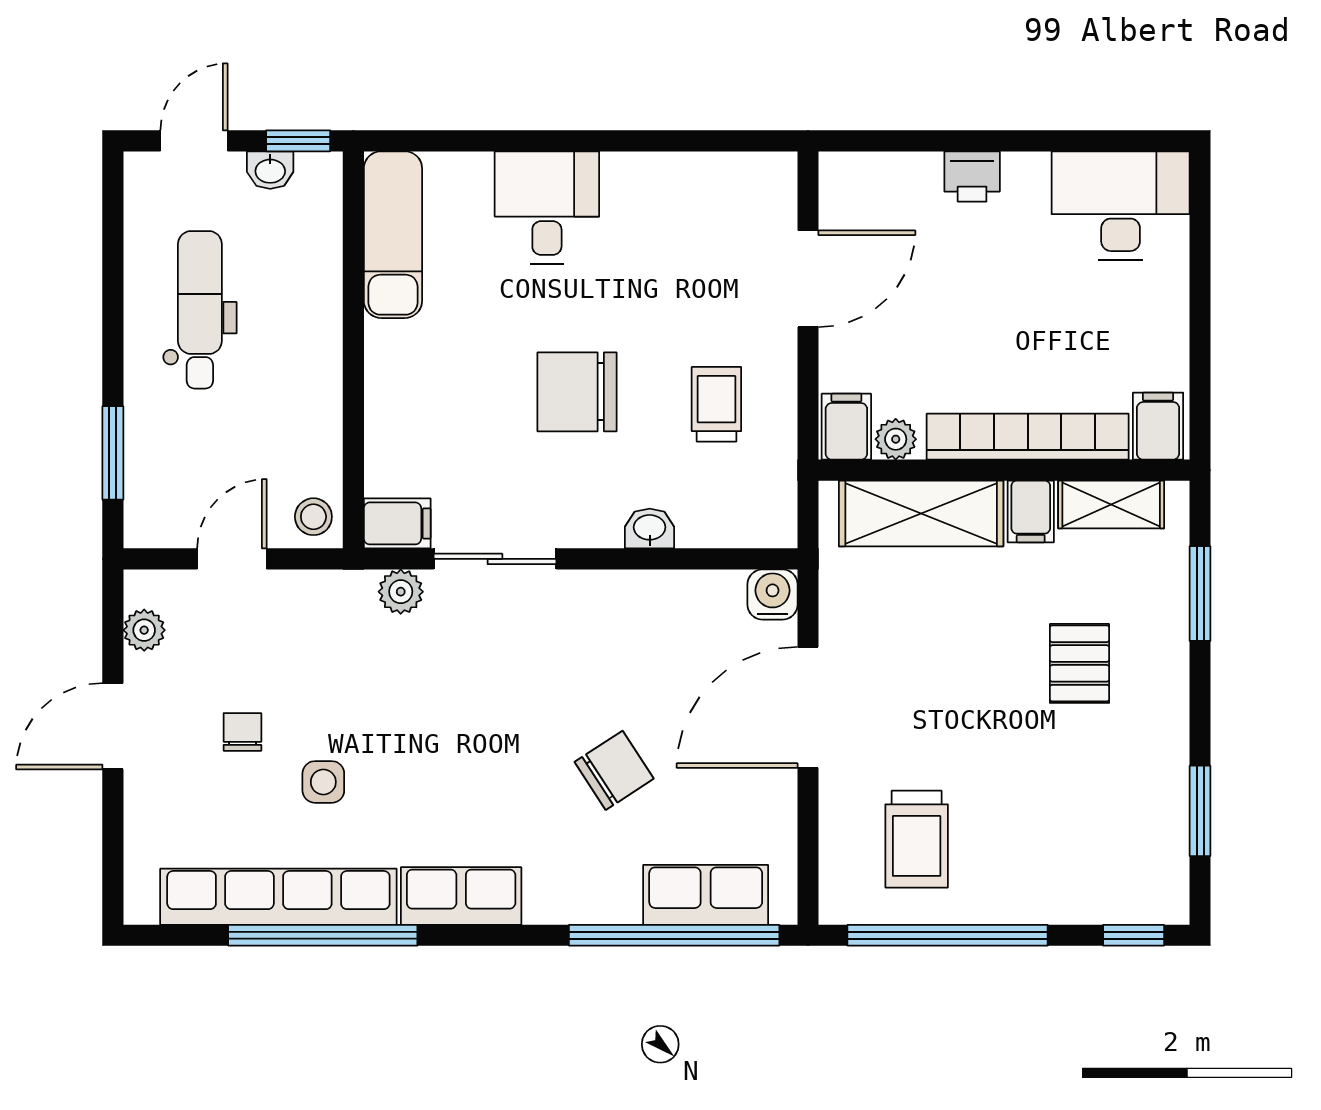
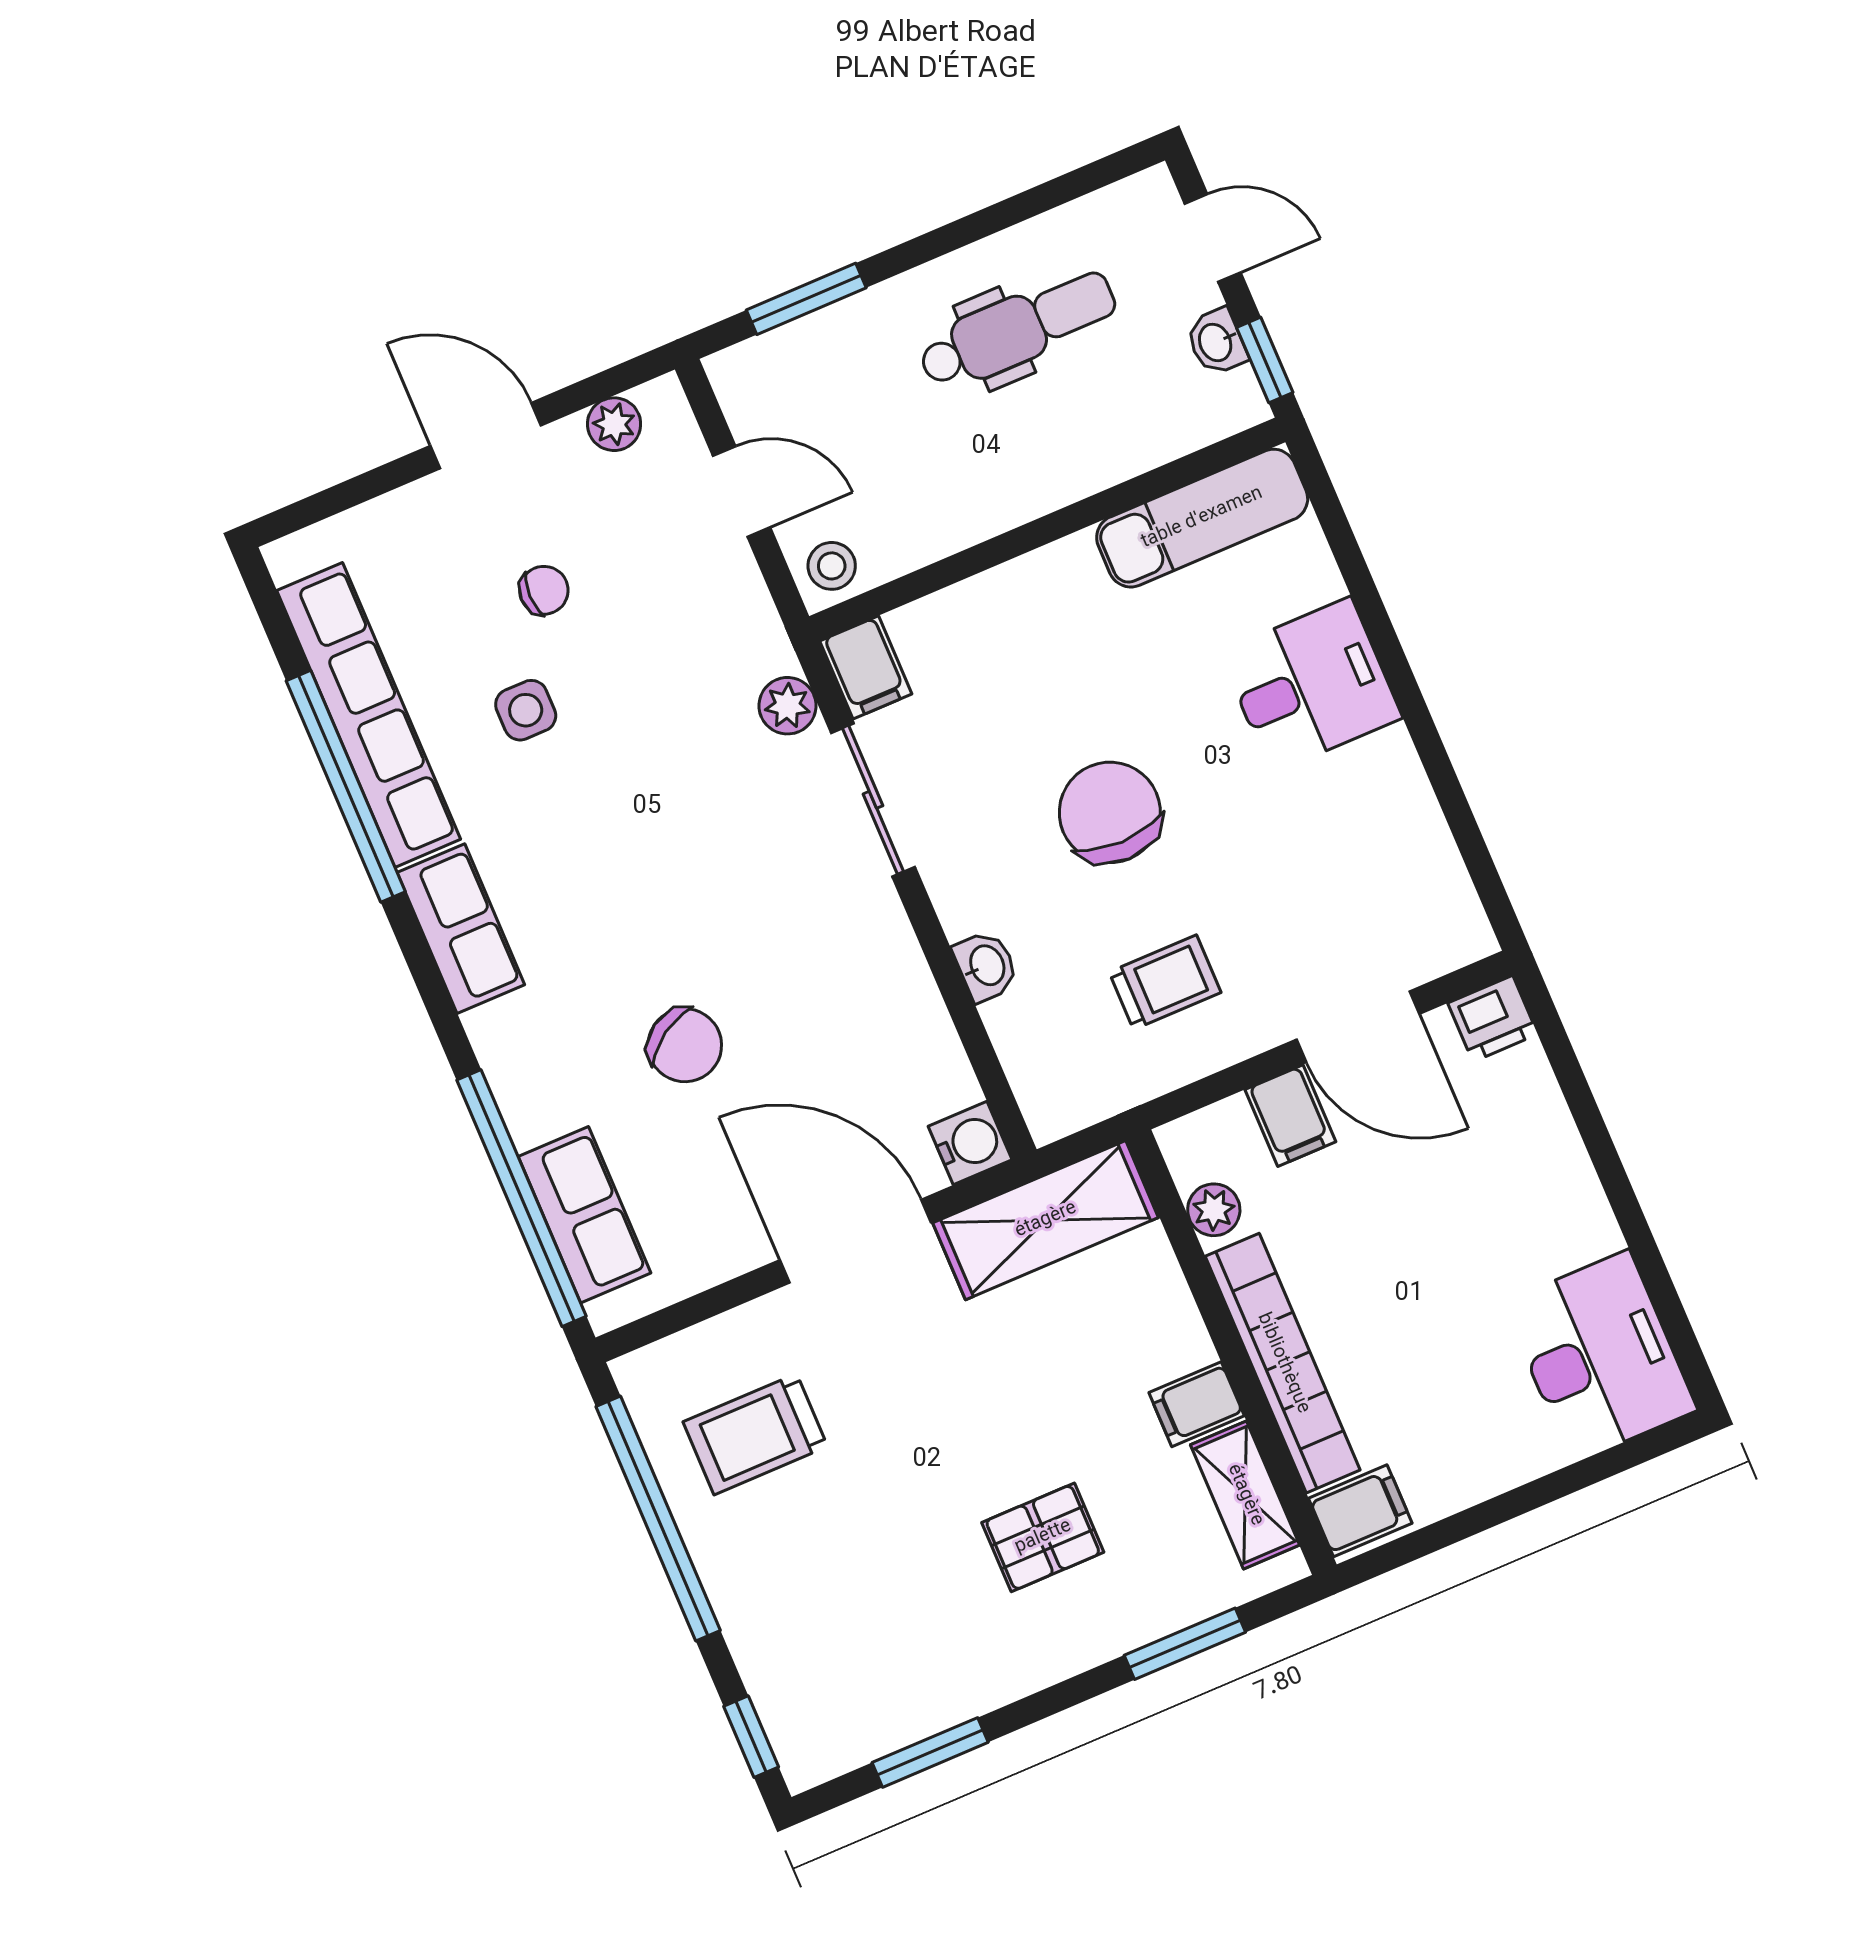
printer: (972, 176) -> (1493, 1019), moved, turned -90
filing cabinet: (846, 427) -> (1290, 1116), moved, turned 90
shelving: (921, 513) -> (1046, 1220), moved, turned 90

